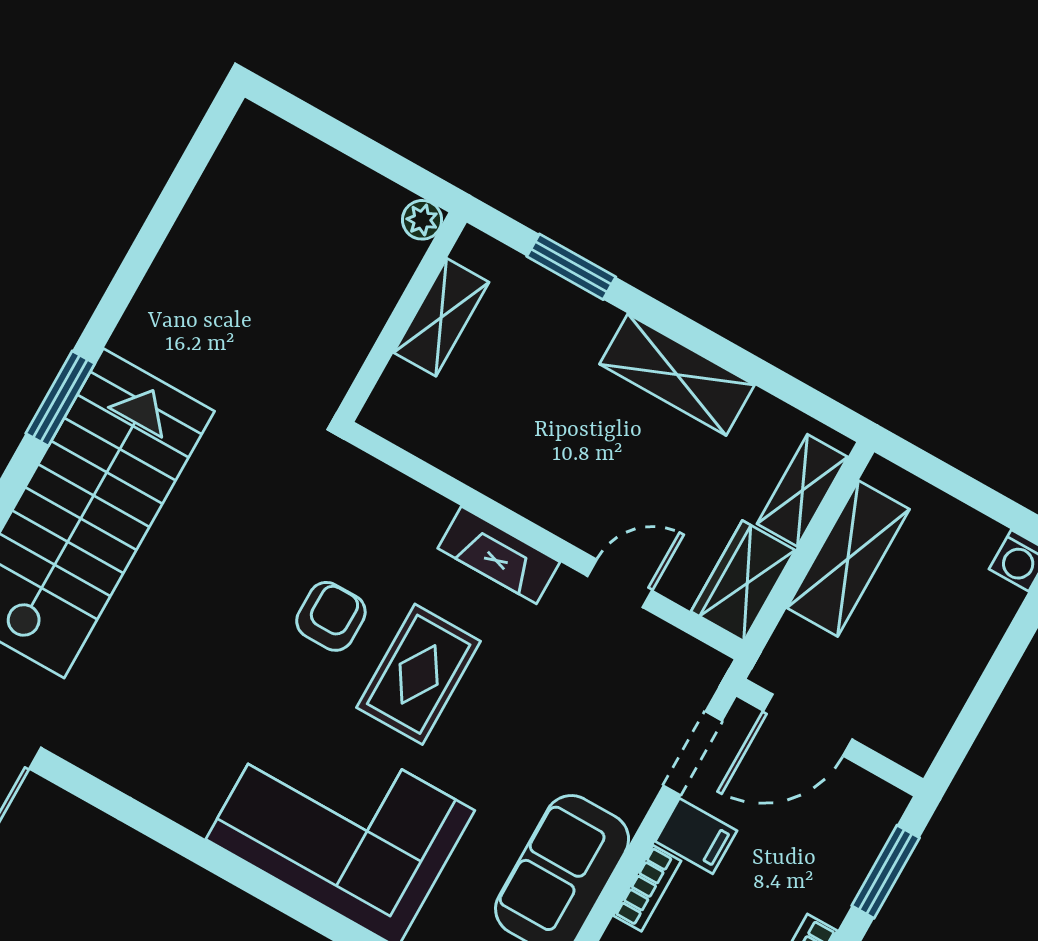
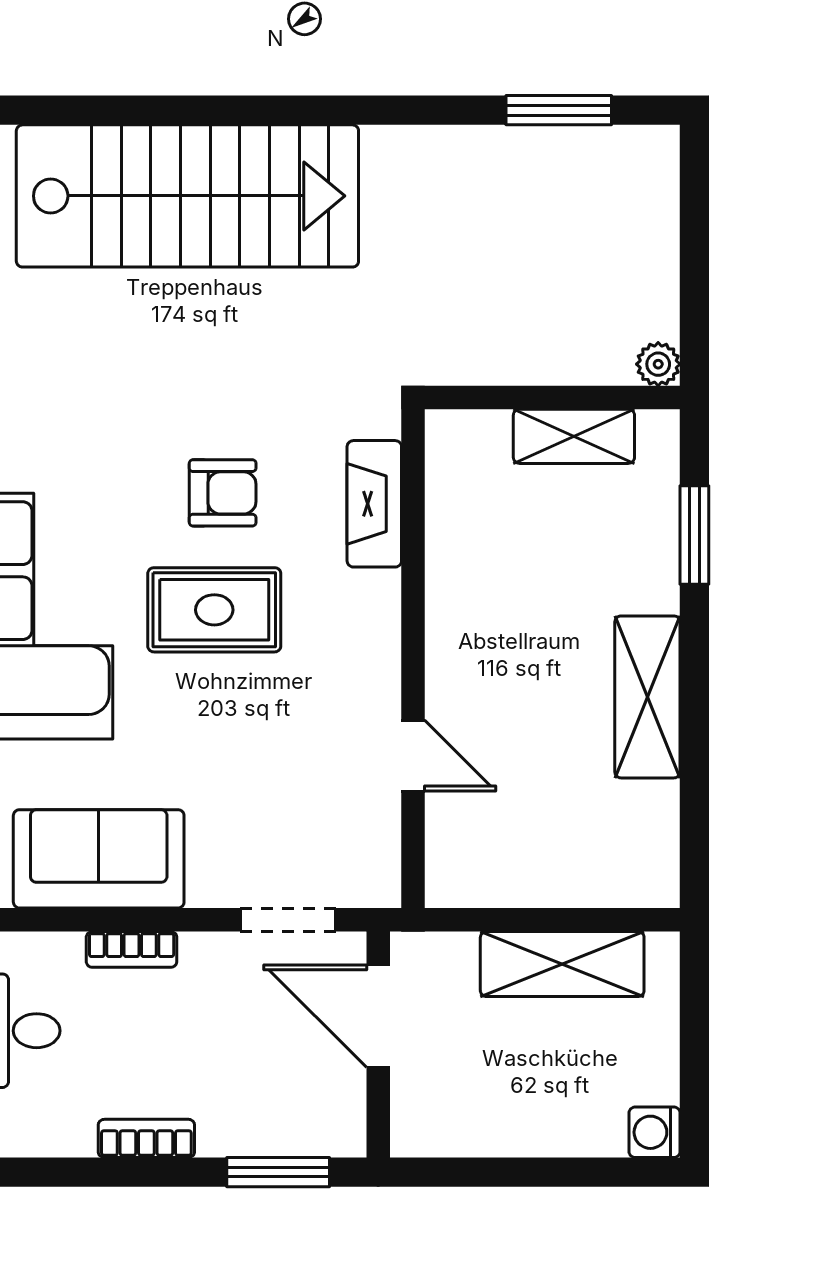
window: (60, 398) -> (559, 110), moved
shelving: (802, 490) -> (604, 882), removed
fireplace: (499, 555) -> (374, 504), moved
wardrobe: (743, 581) -> (483, 874), removed
filing cabinet: (696, 836) -> (209, 968), removed

